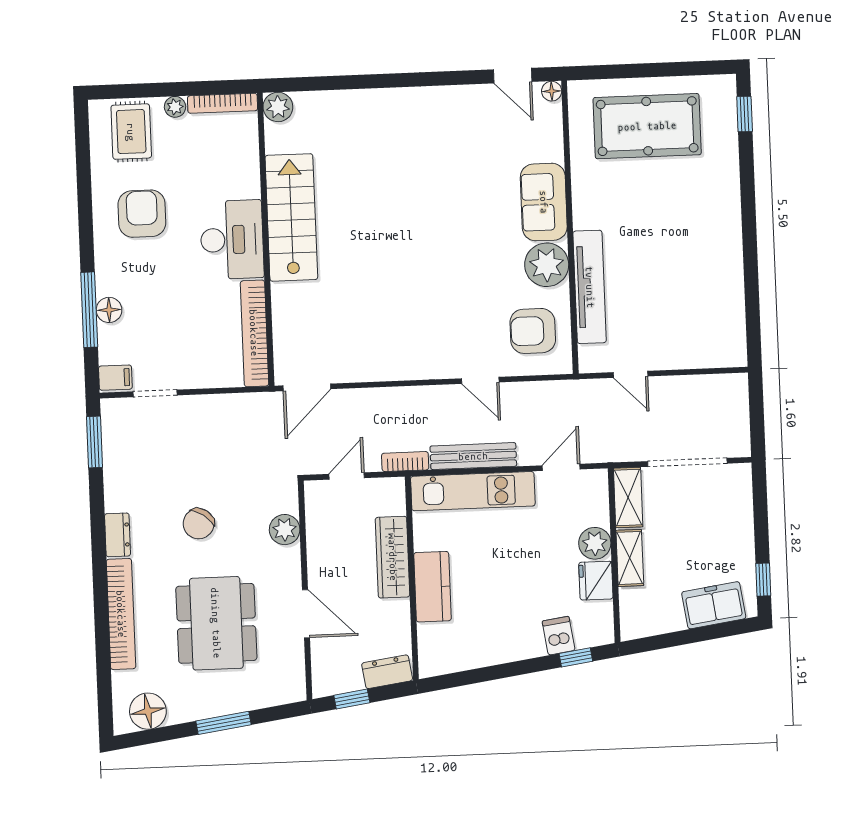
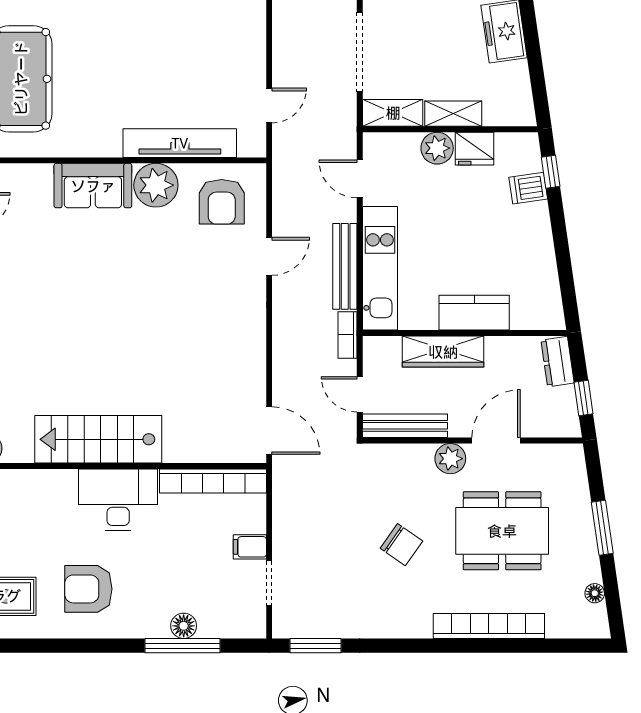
filing cabinet: (115, 378) -> (250, 547), moved, turned -90
bench: (317, 522) -> (405, 426), added
plant: (285, 530) -> (450, 459), moved
dresser: (118, 535) -> (409, 626), removed
floor lamp: (148, 711) -> (595, 593), width x0.53, depth x0.53

